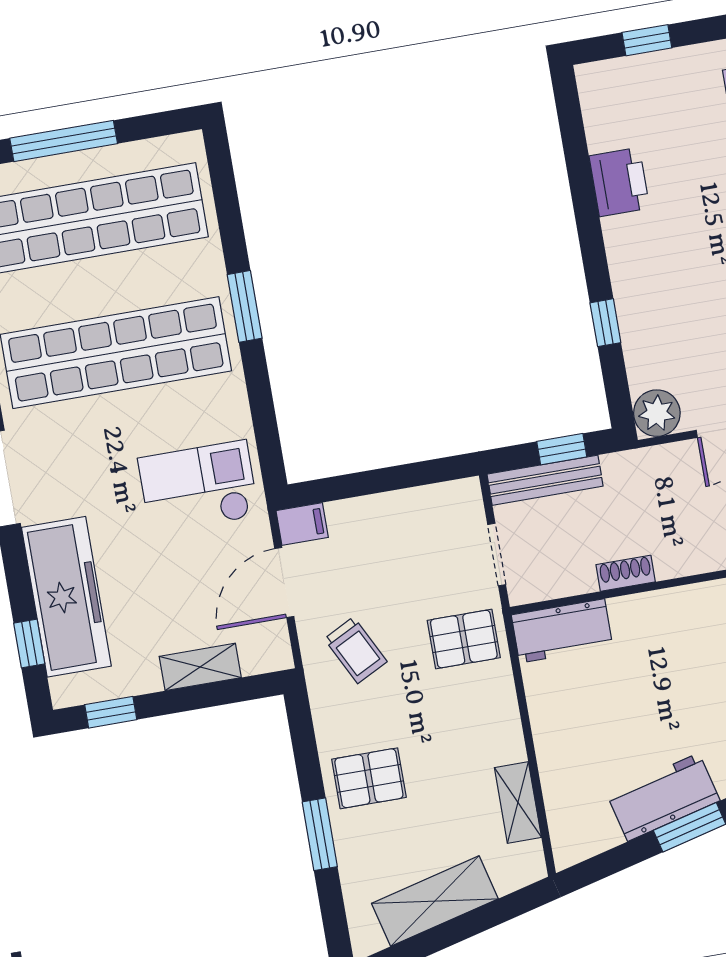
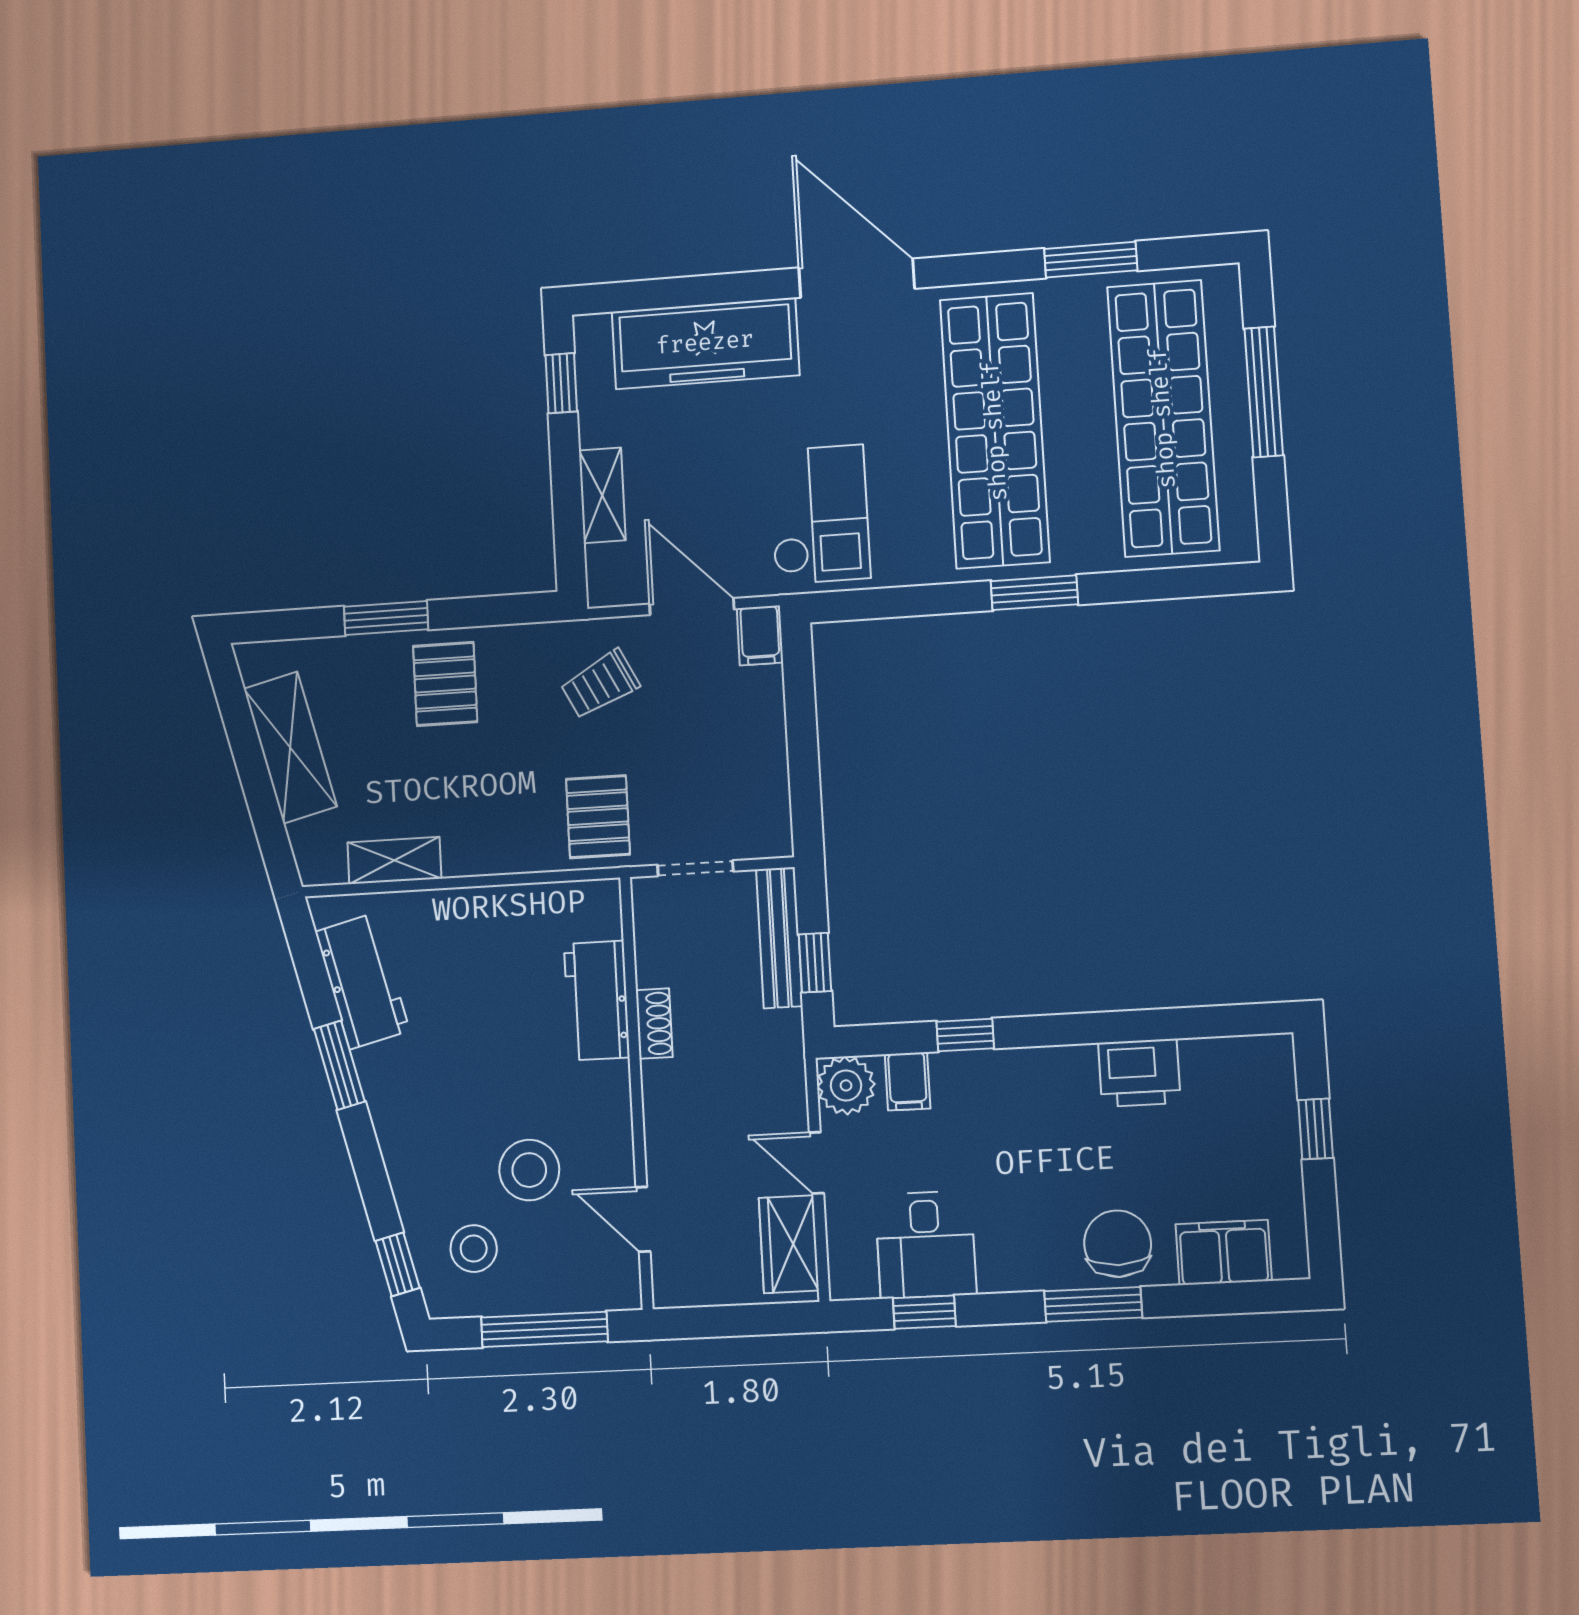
filing cabinet: (648, 364) -> (908, 1081), added
workbench: (562, 631) -> (597, 1001), moved
window: (29, 644) -> (655, 294), removed
workbench: (663, 797) -> (362, 981), moved

